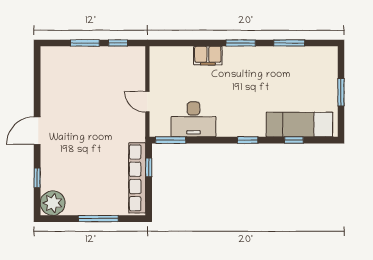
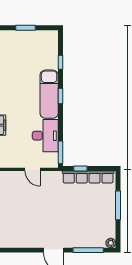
door: (147, 102) -> (32, 169), hinge flipped
exam couch: (299, 125) -> (49, 94), moved
window: (37, 178) -> (88, 250), width x2.17
plant: (53, 203) -> (111, 243), width x0.53, depth x0.53

